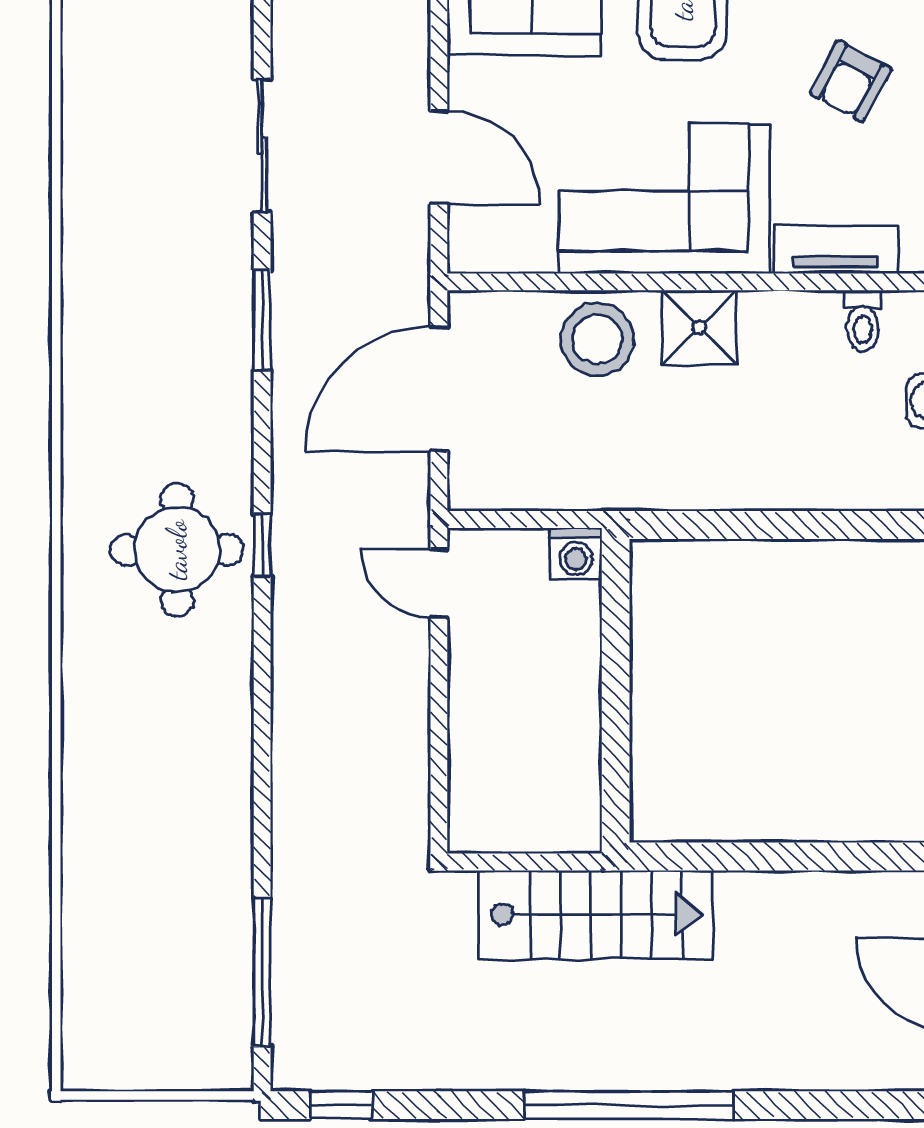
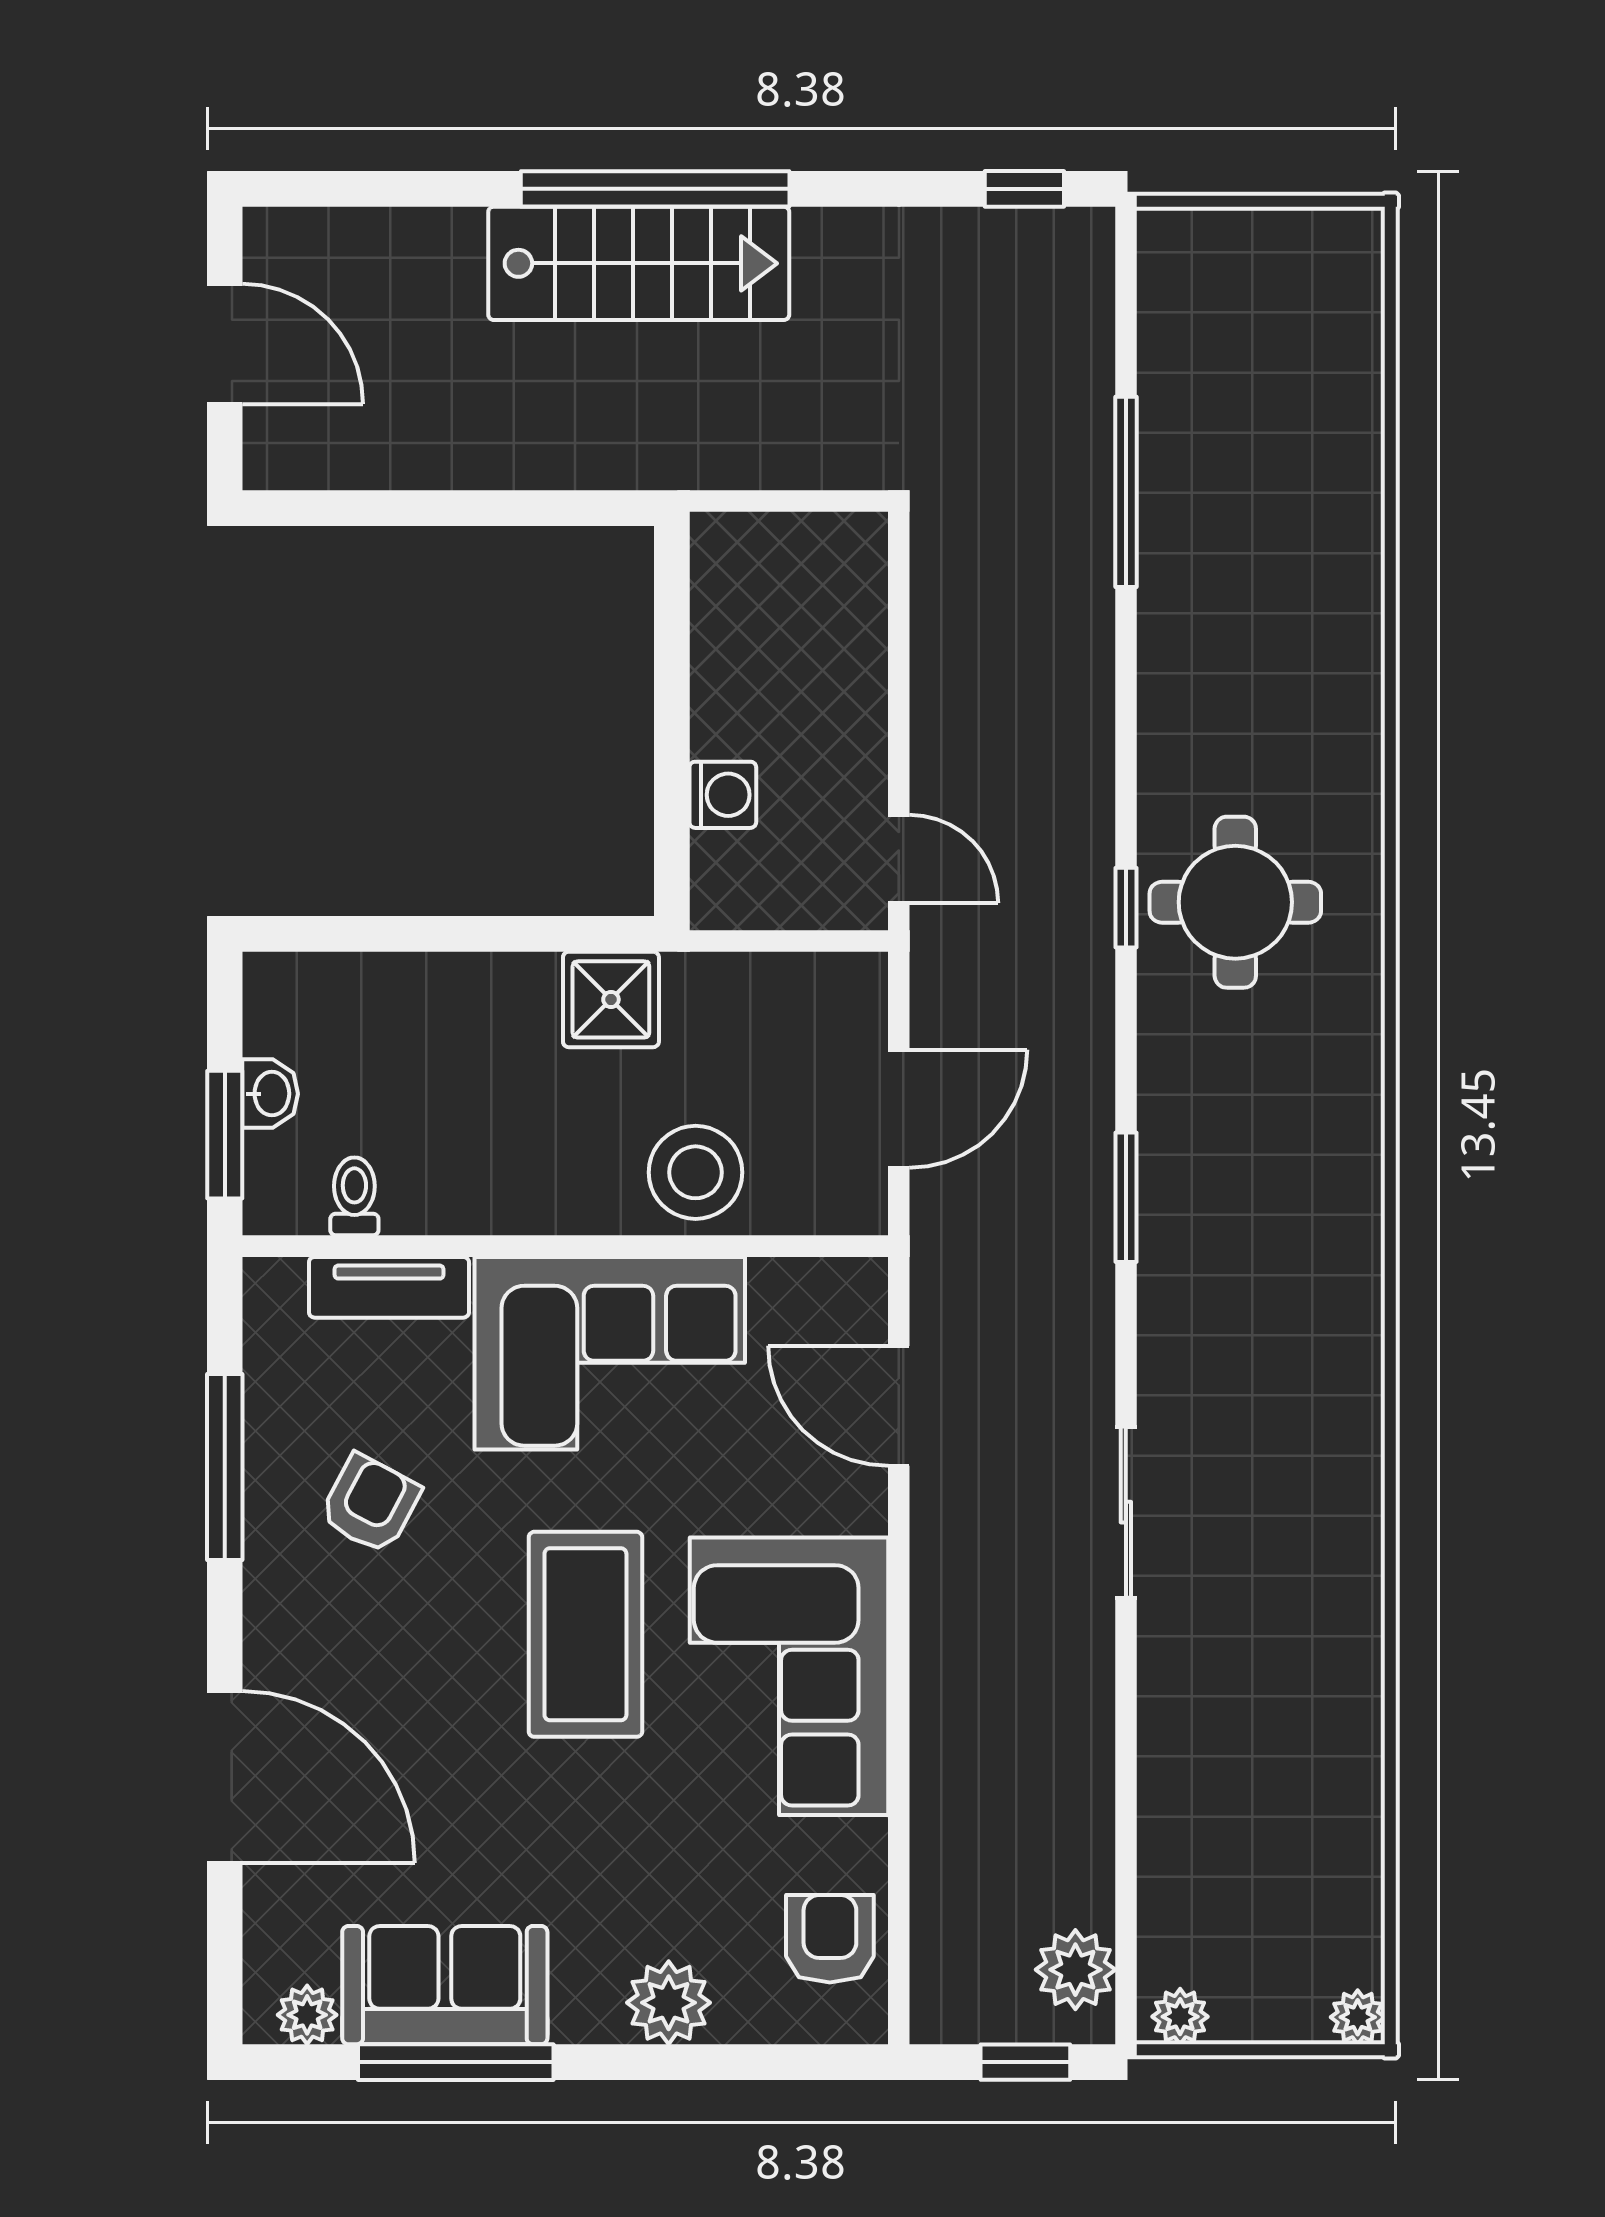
sliding door: (262, 146) -> (1126, 1512), moved
shower: (699, 327) -> (611, 999), moved
door: (439, 389) -> (899, 1109), width x0.73
washing machine: (576, 554) -> (723, 795), moved, turned 90
stairs: (596, 914) -> (639, 263), moved, turned 180
window: (262, 972) -> (1126, 492), moved

